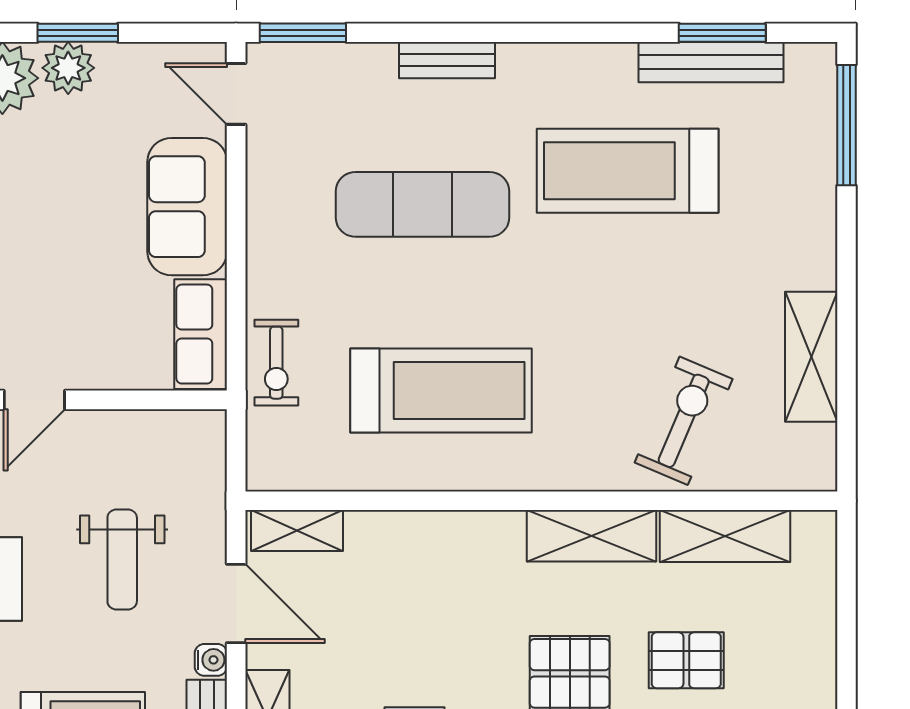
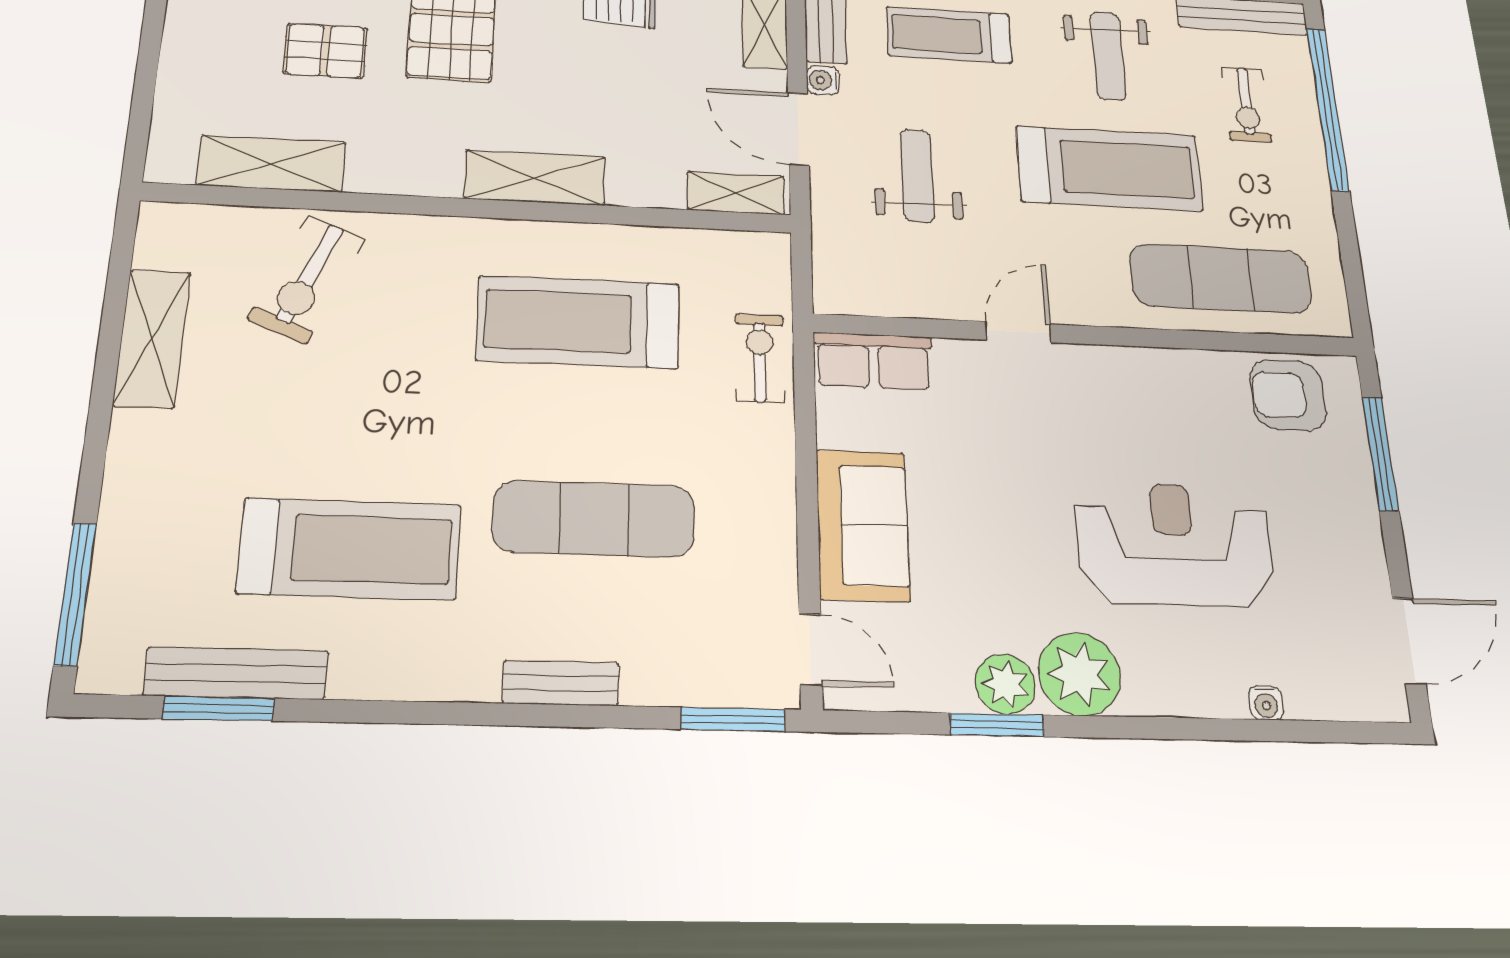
row of seats: (201, 334) -> (873, 361), moved, turned 90
shelving: (592, 536) -> (535, 178), moved

